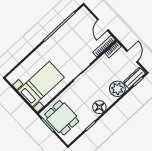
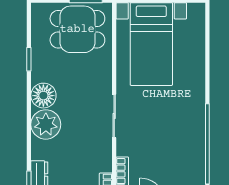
plant: (117, 89) -> (46, 124), moved

